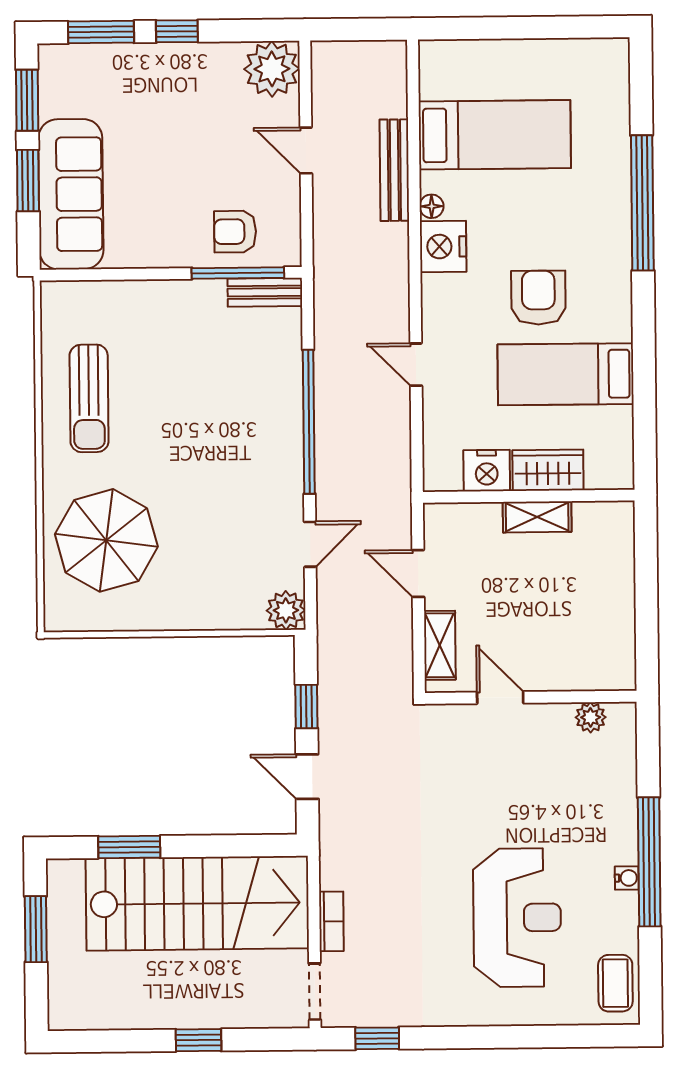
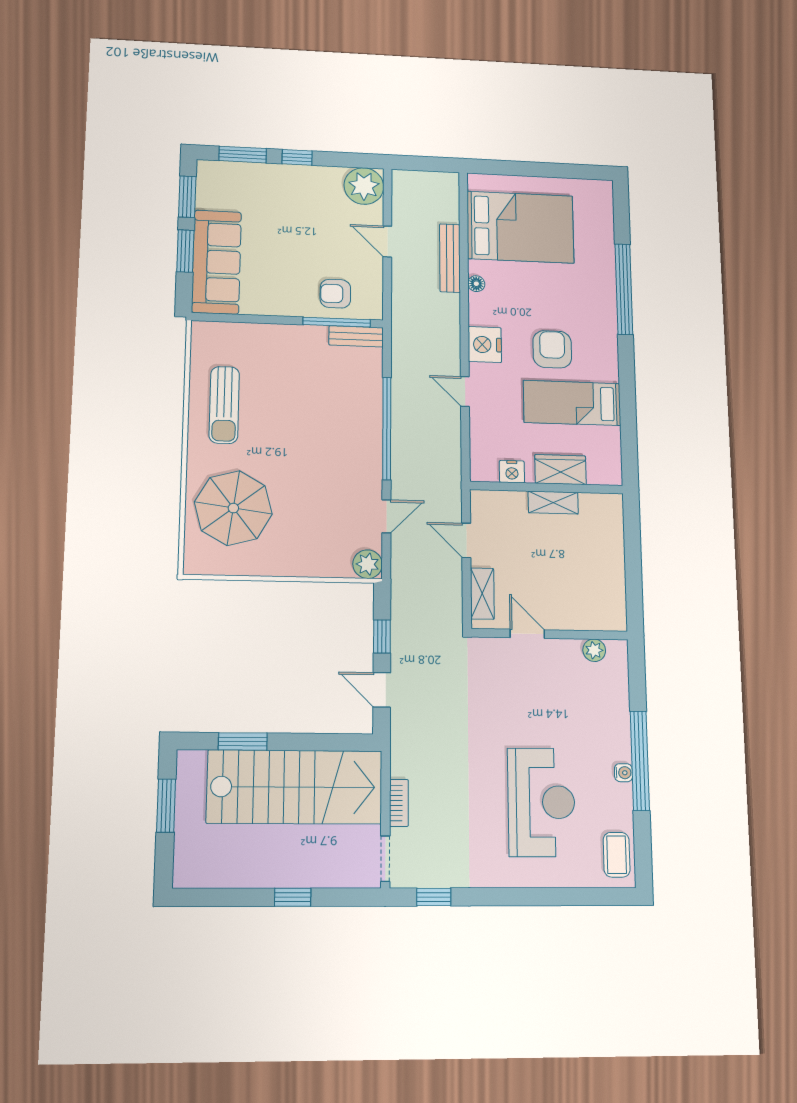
bed: (495, 135) -> (520, 227), width x1.50
nightstand: (443, 247) -> (485, 345), moved
nightstand: (487, 471) -> (512, 472), width x0.74, depth x0.75

